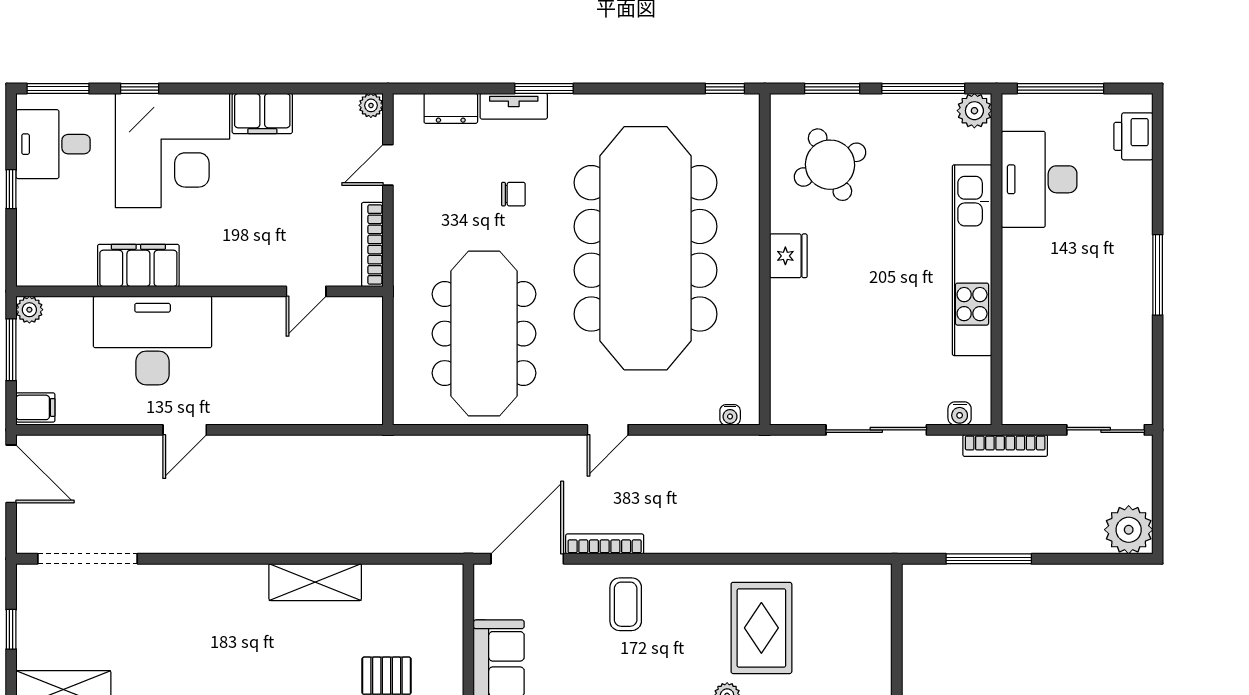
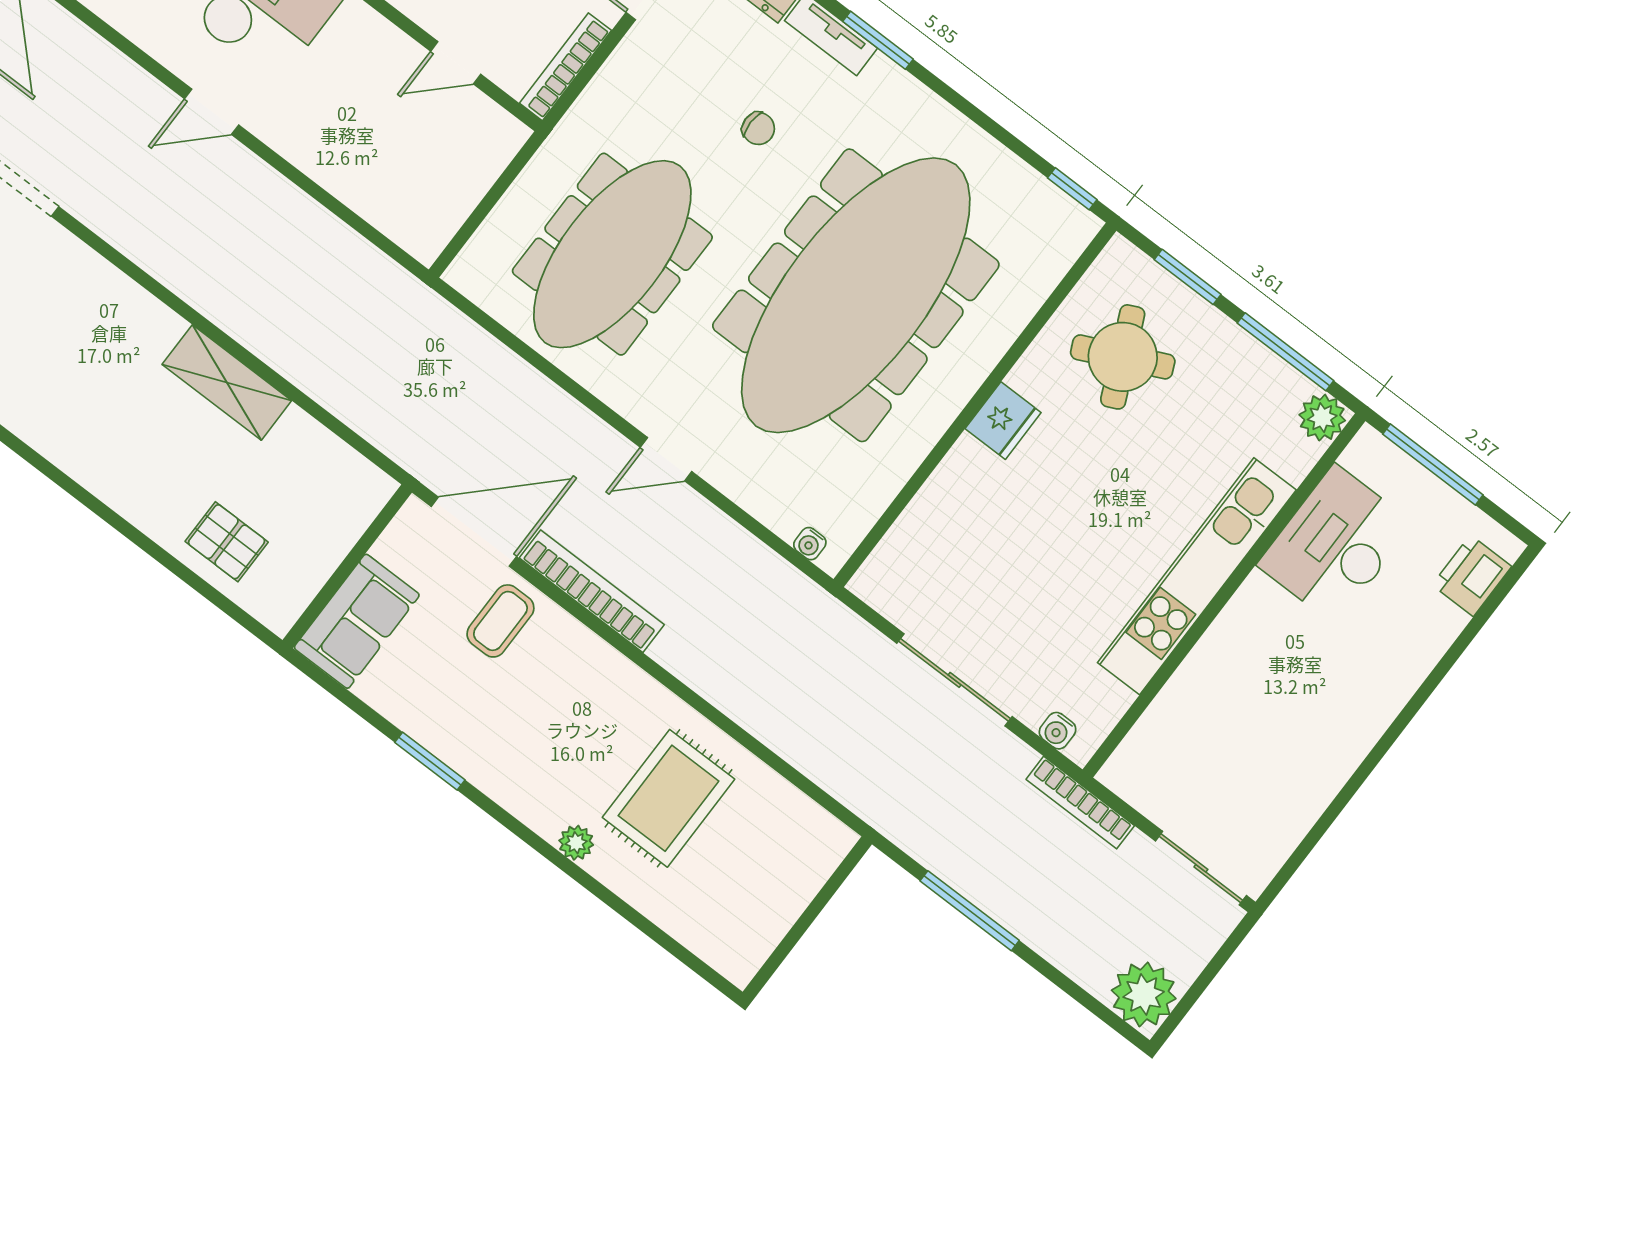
window: (1158, 275) -> (1384, 744), removed
bookcase: (605, 544) -> (592, 591), width x1.48, depth x1.31
coffee table: (626, 604) -> (500, 621), moved

